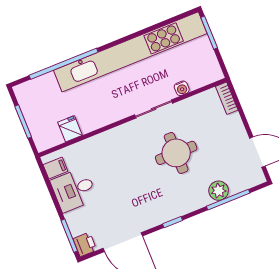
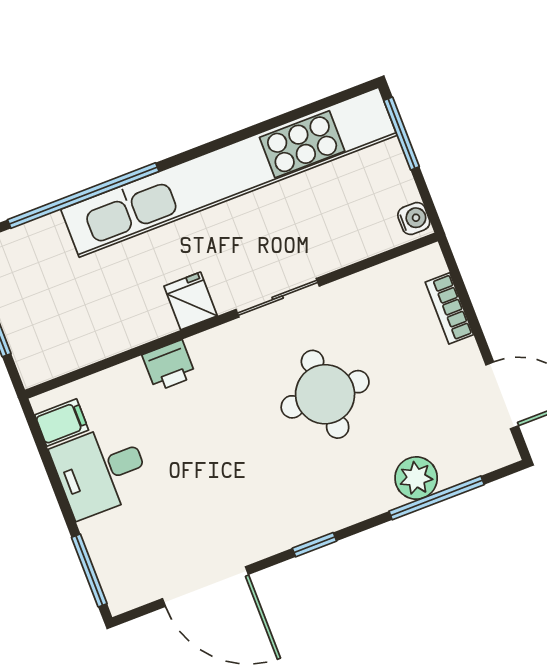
water cooler: (182, 88) -> (414, 219), moved, turned -90
bookcase: (227, 98) -> (449, 308), moved
fridge: (70, 129) -> (191, 301), moved
printer: (85, 244) -> (169, 366), moved, turned 90

